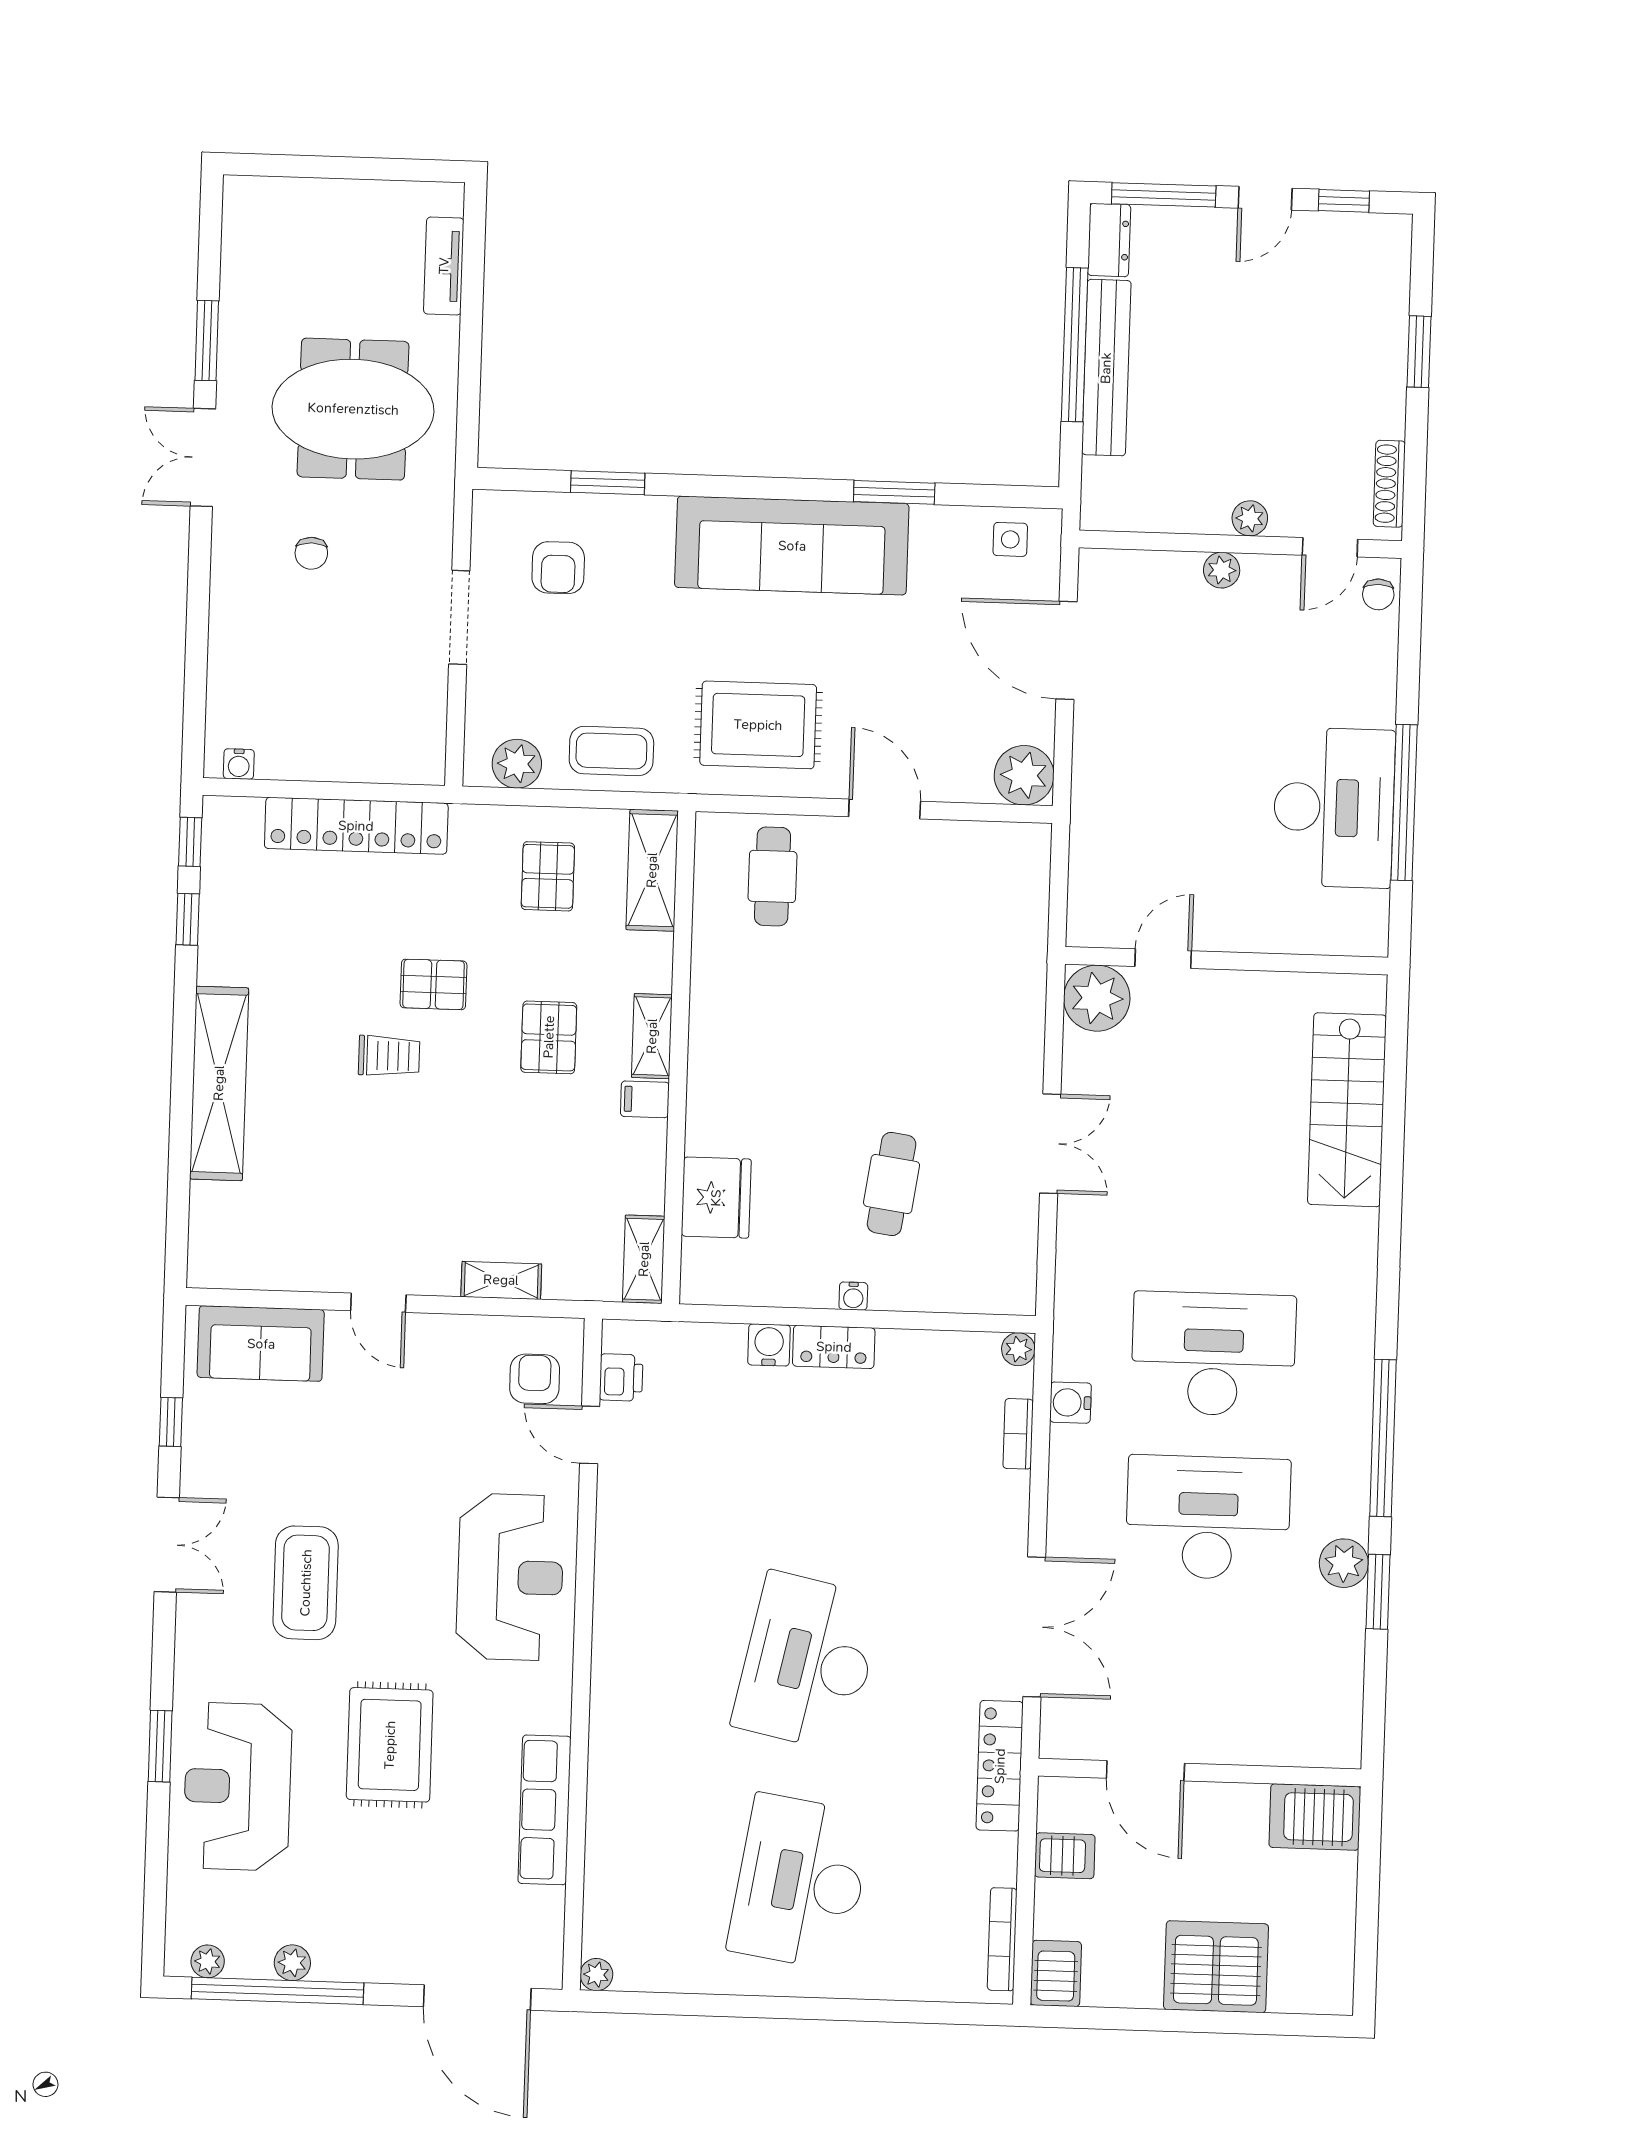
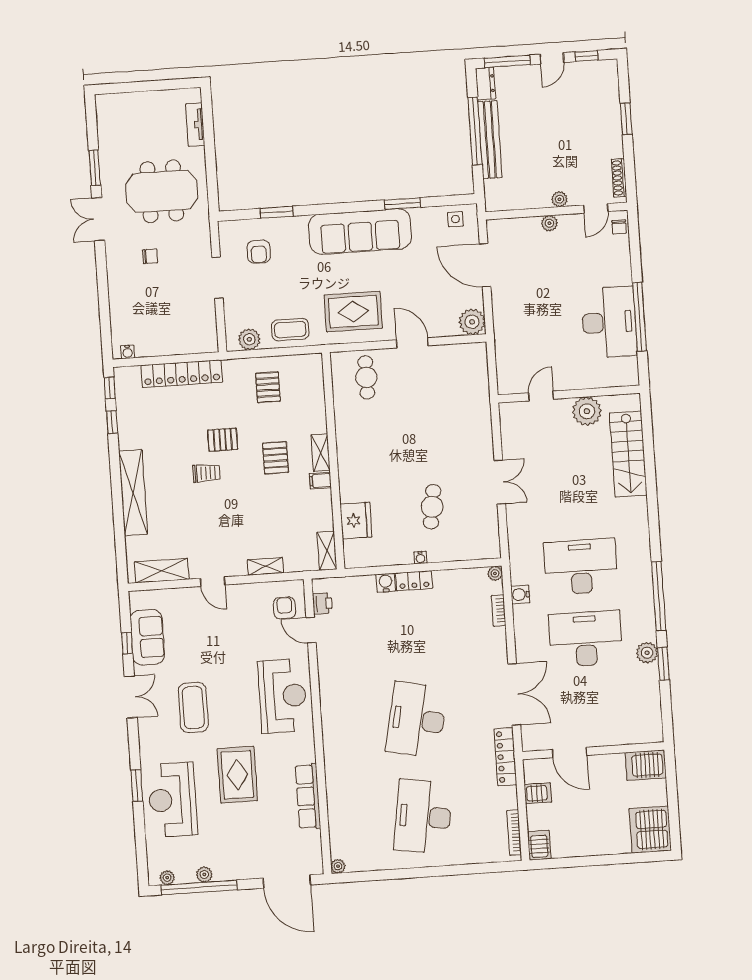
chair: (311, 553) -> (150, 256), turned -90
shelving: (652, 870) -> (162, 571), moved, turned 90
plant: (1097, 998) -> (587, 411), moved
sofa: (261, 1344) -> (147, 637), moved, turned -90
server rack: (1216, 1967) -> (650, 830), moved, turned -90

